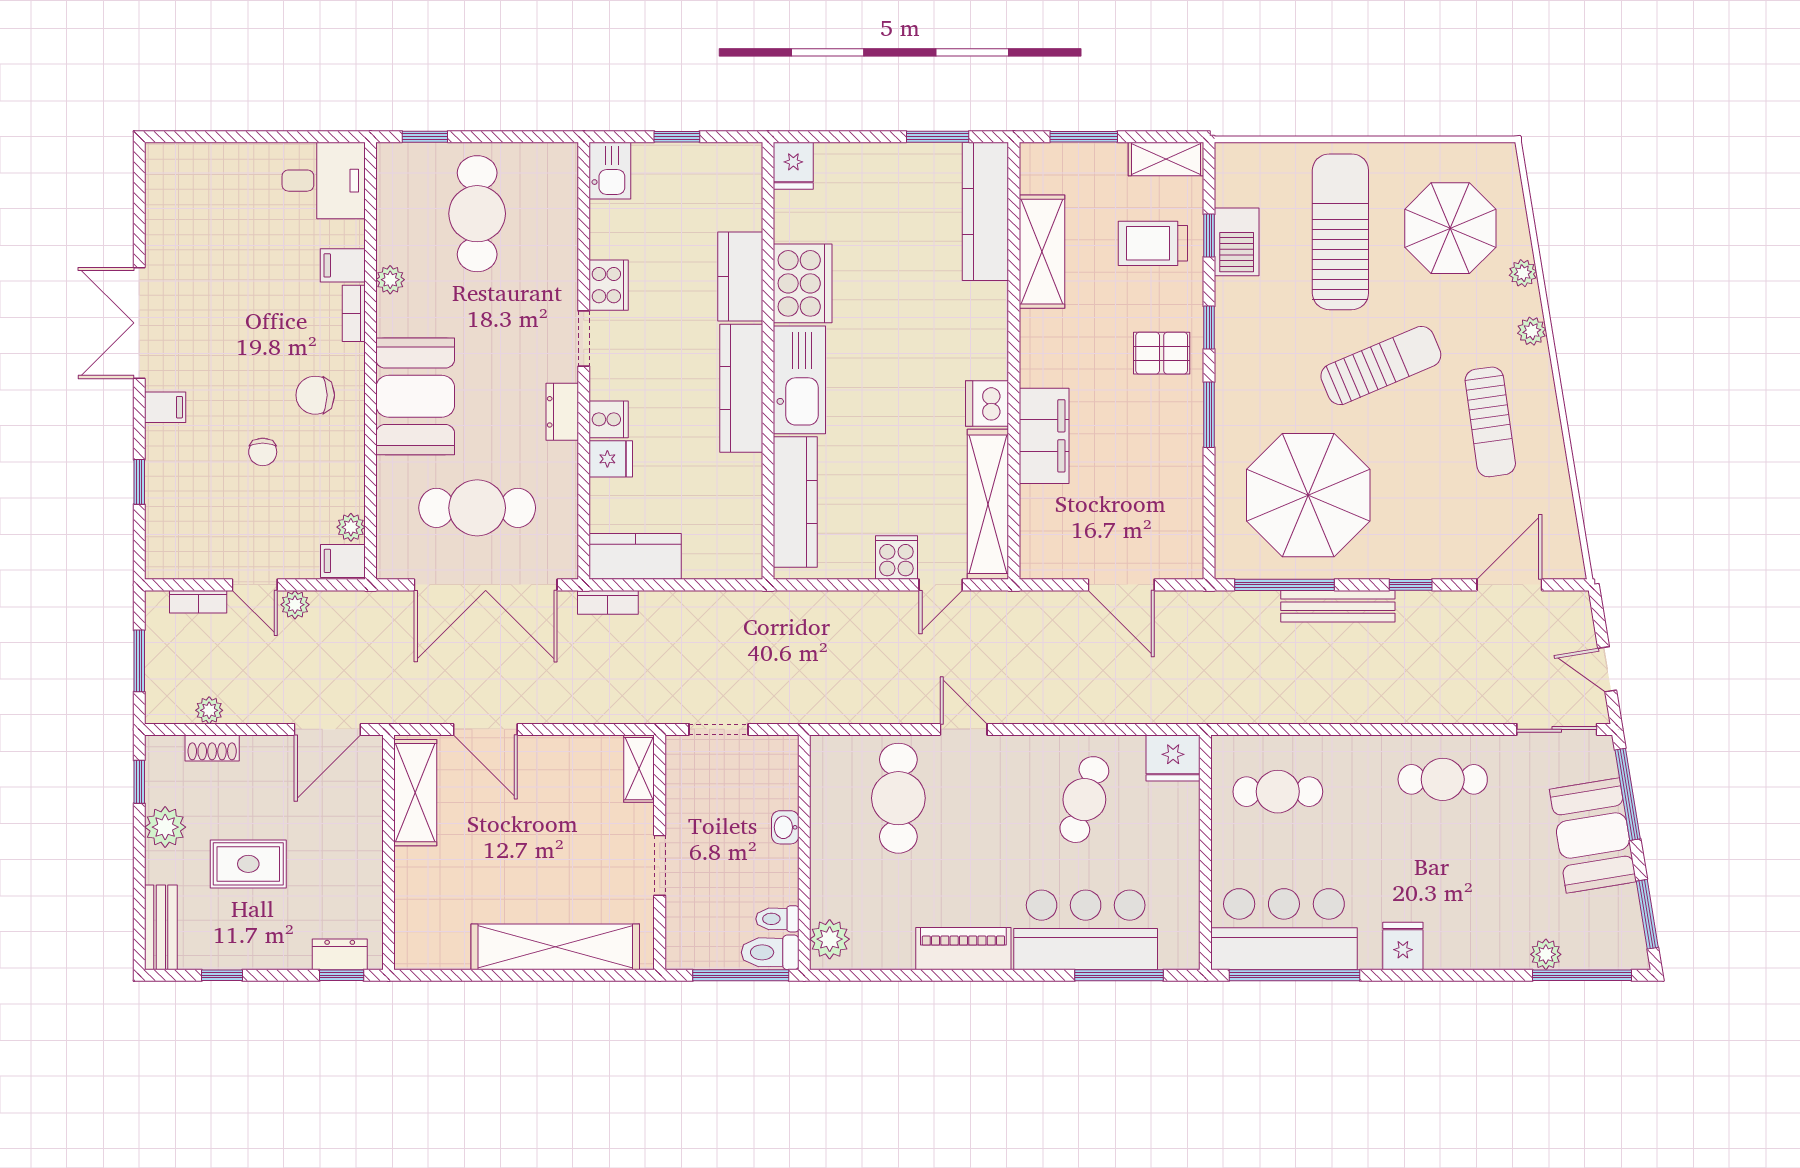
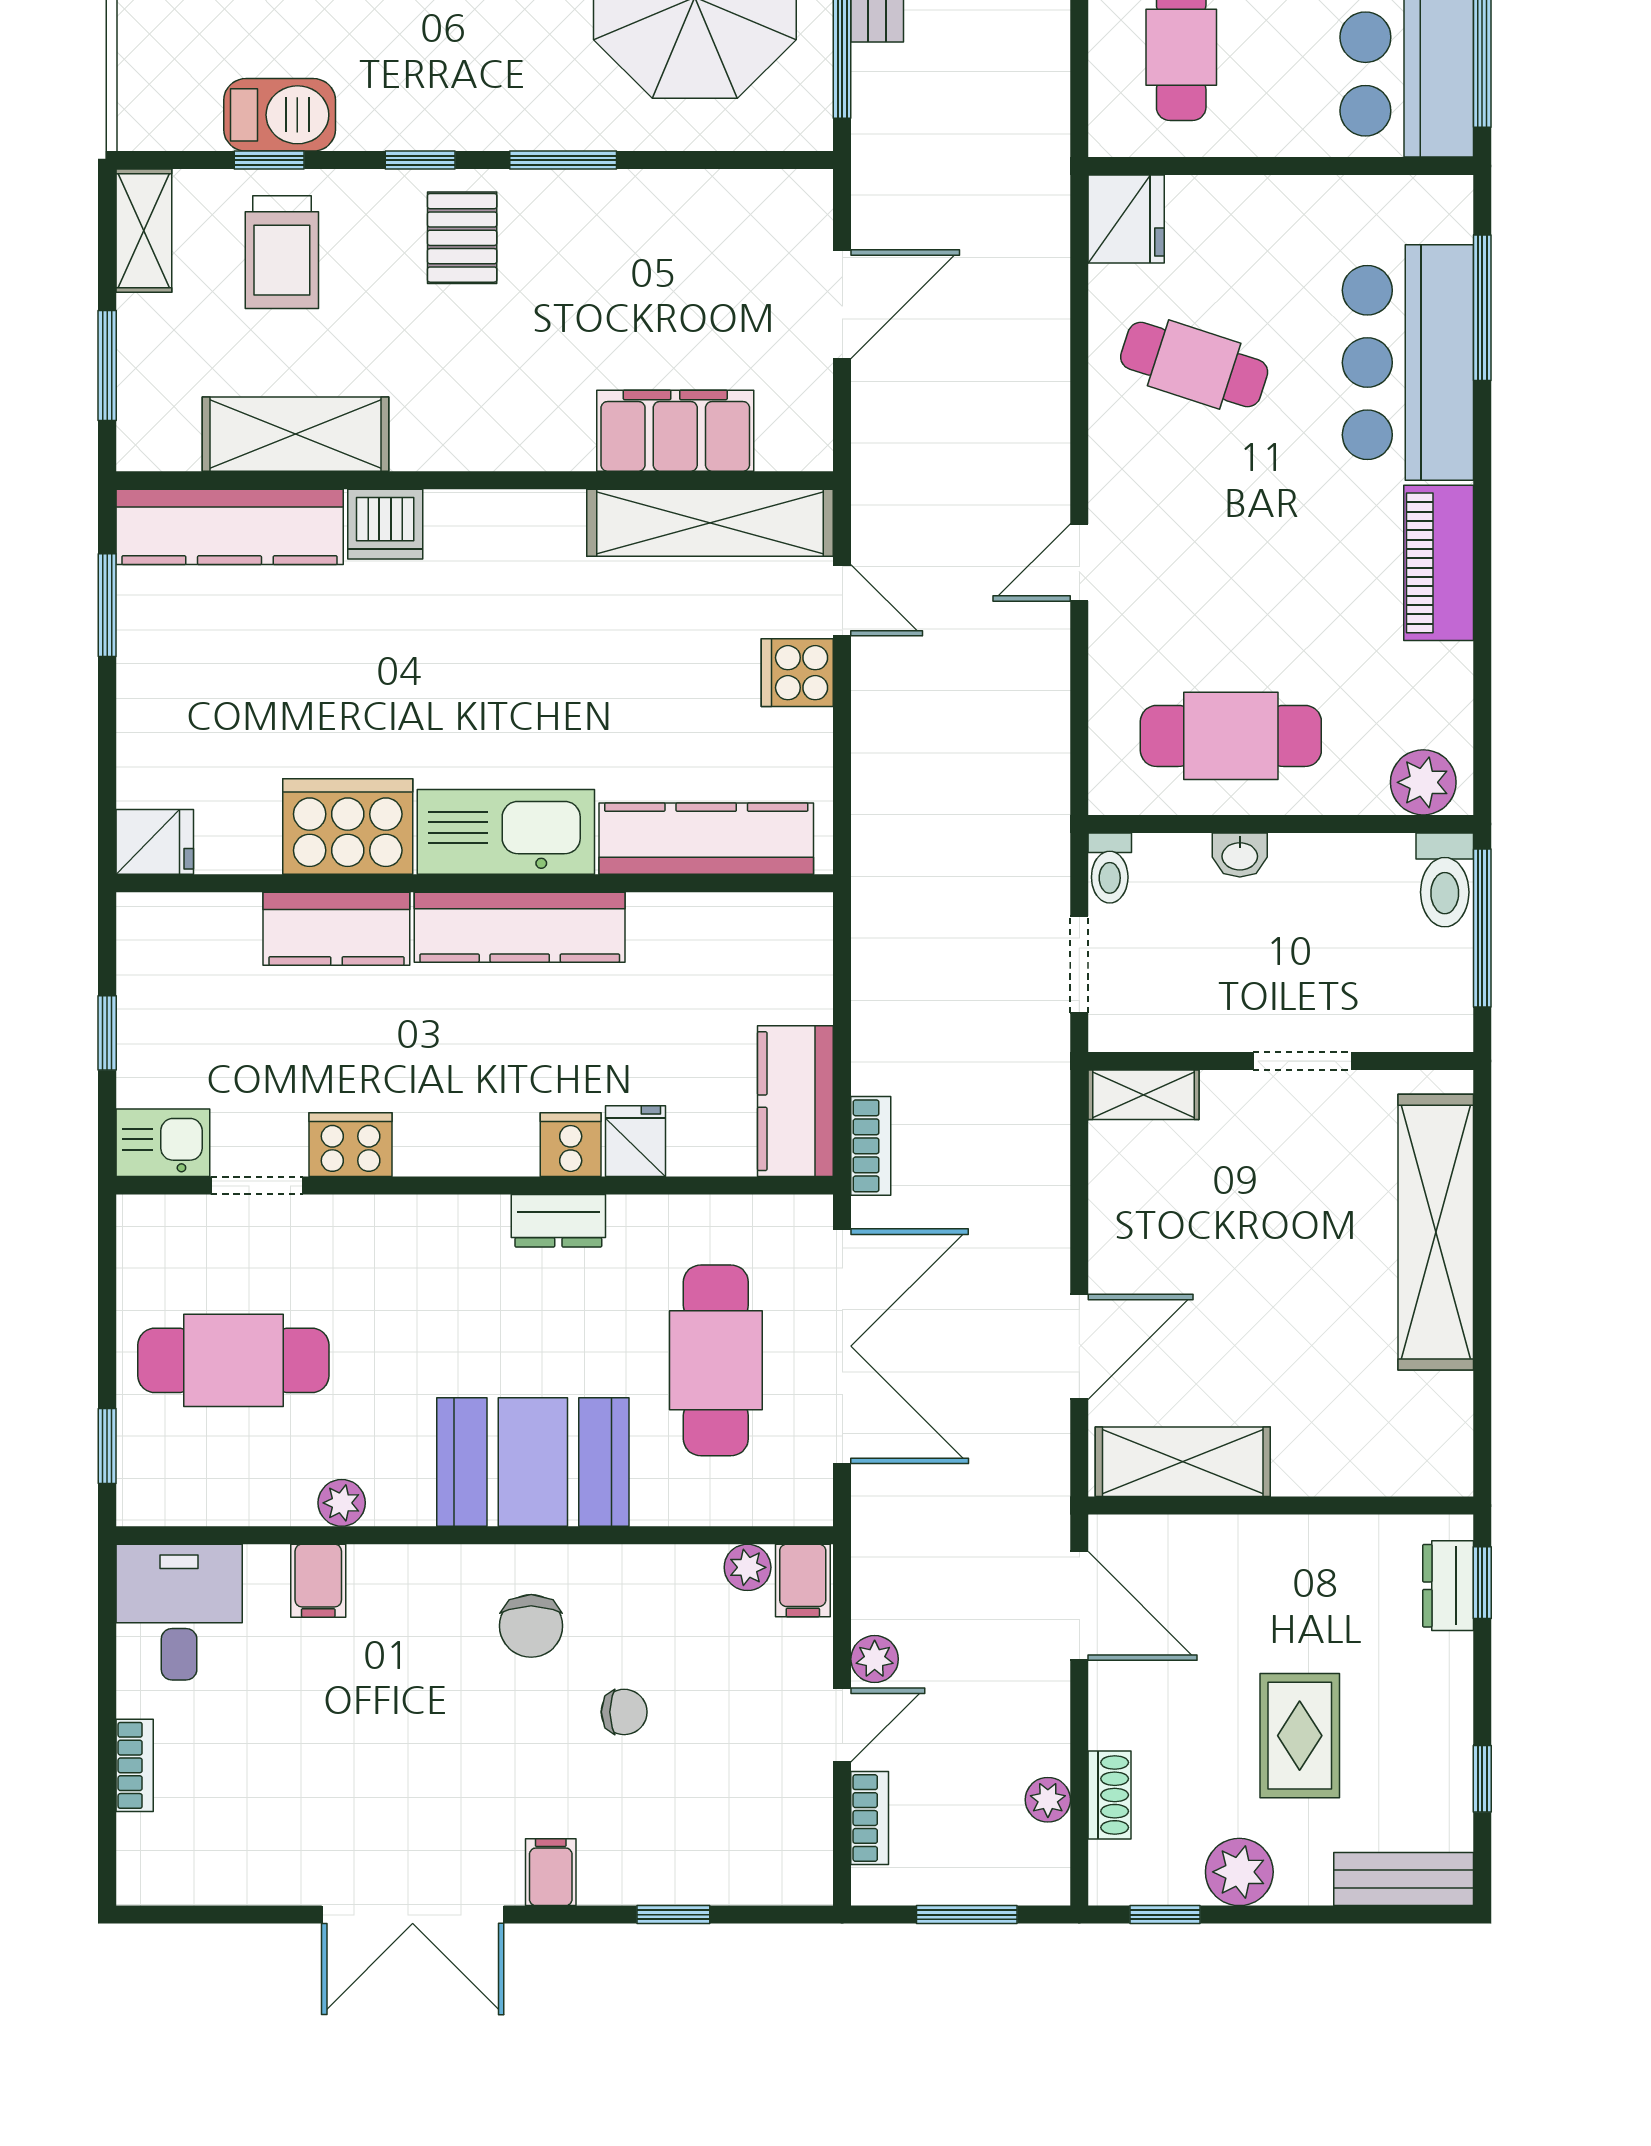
bookcase: (354, 313) -> (135, 1765), moved, turned -90
doorway: (584, 339) -> (257, 1186), moved
dishwasher: (987, 403) -> (385, 524), moved
filing cabinet: (1044, 436) -> (675, 431), moved
cafe table: (898, 798) -> (1231, 736), moved
toilet: (777, 919) -> (1110, 868), moved

